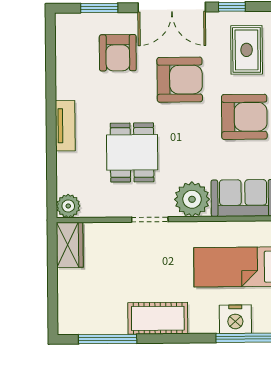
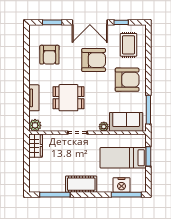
armchair: (118, 53) -> (49, 55), moved
tv unit: (65, 126) -> (34, 98), moved
dining table: (132, 152) -> (68, 98), turned 90
plant: (192, 199) -> (104, 127), width x0.53, depth x0.53

